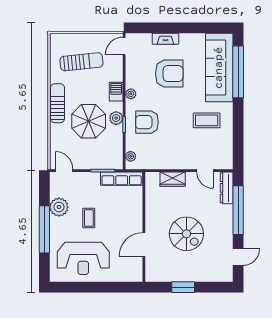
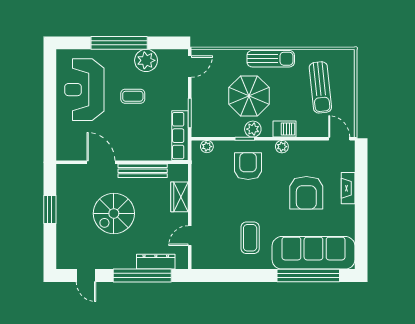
dresser: (227, 188) -> (156, 262), moved
bench: (151, 210) -> (143, 171), added

